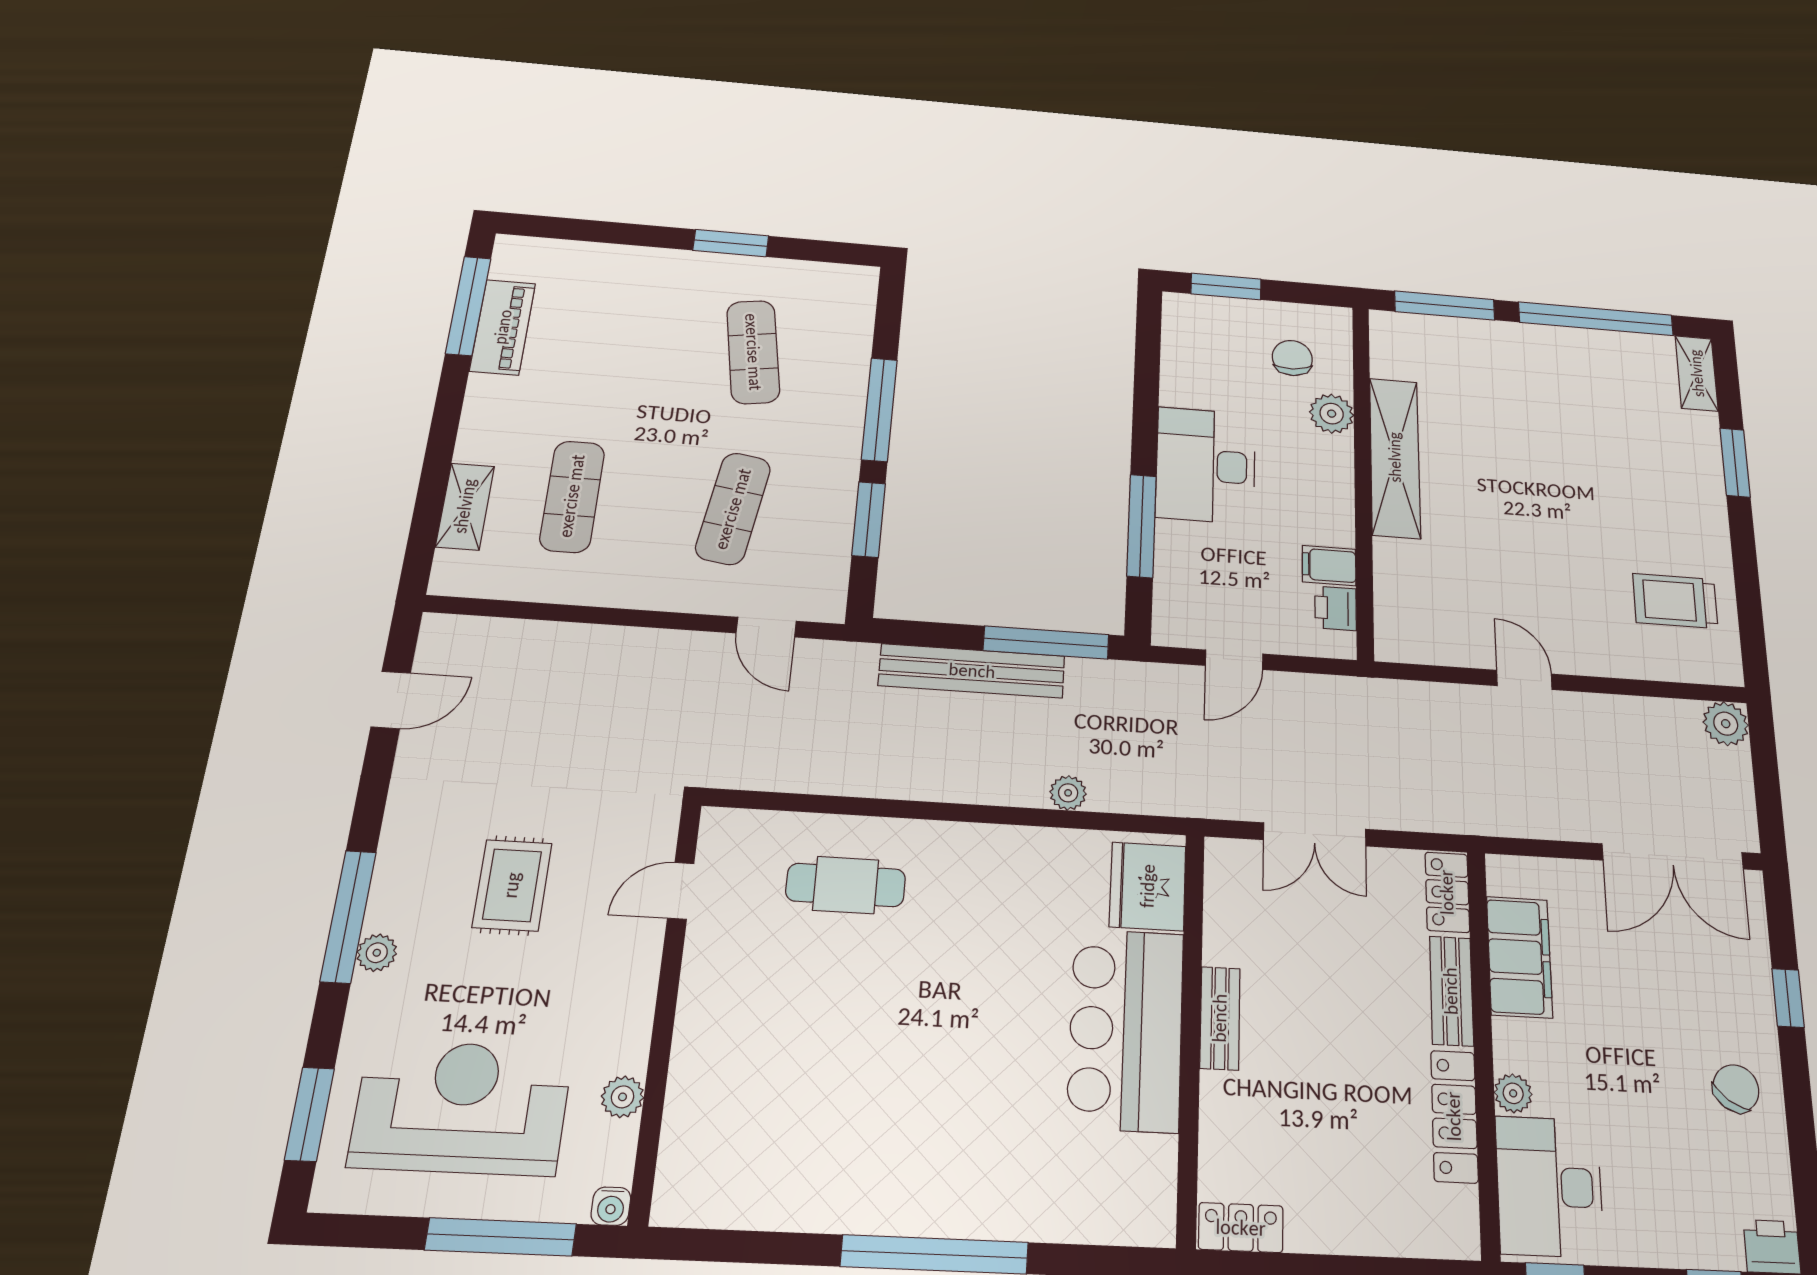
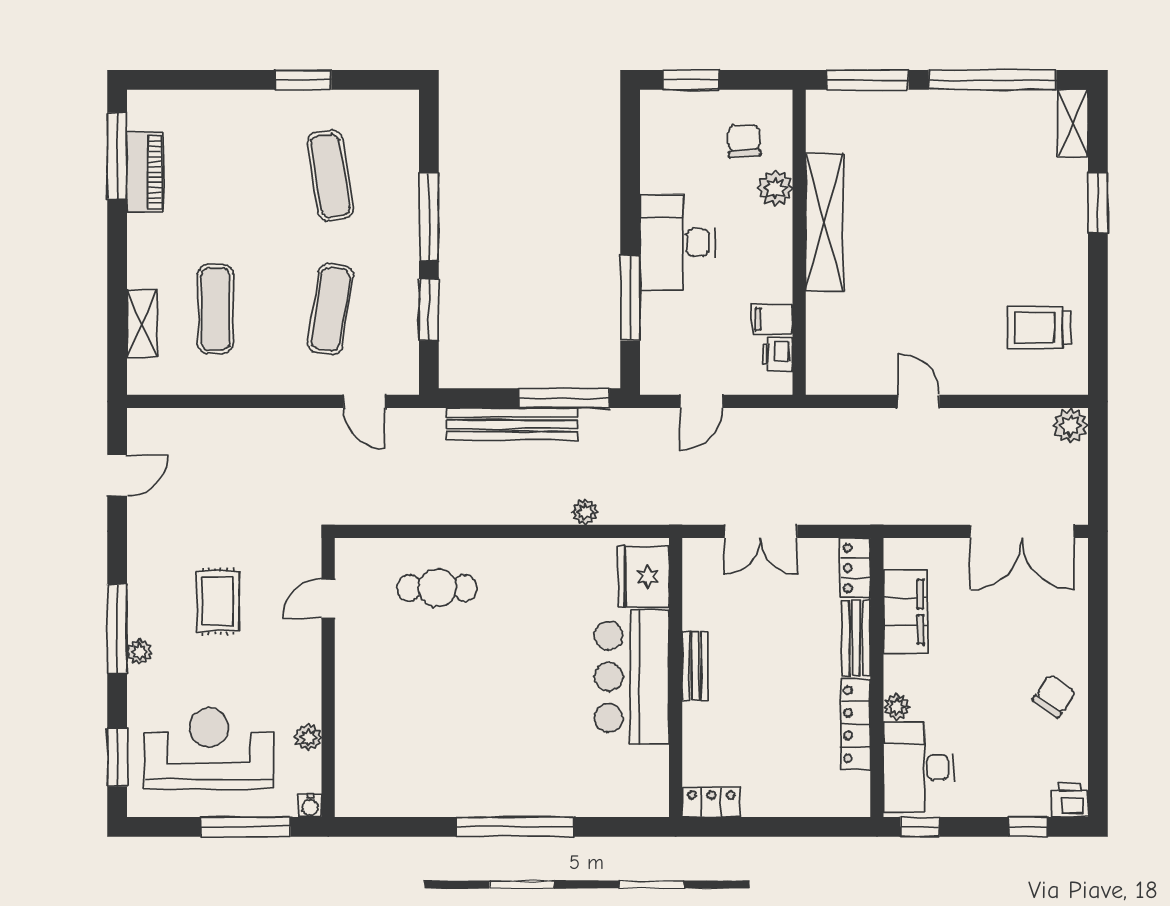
window: (1788, 998) -> (1098, 630), removed

